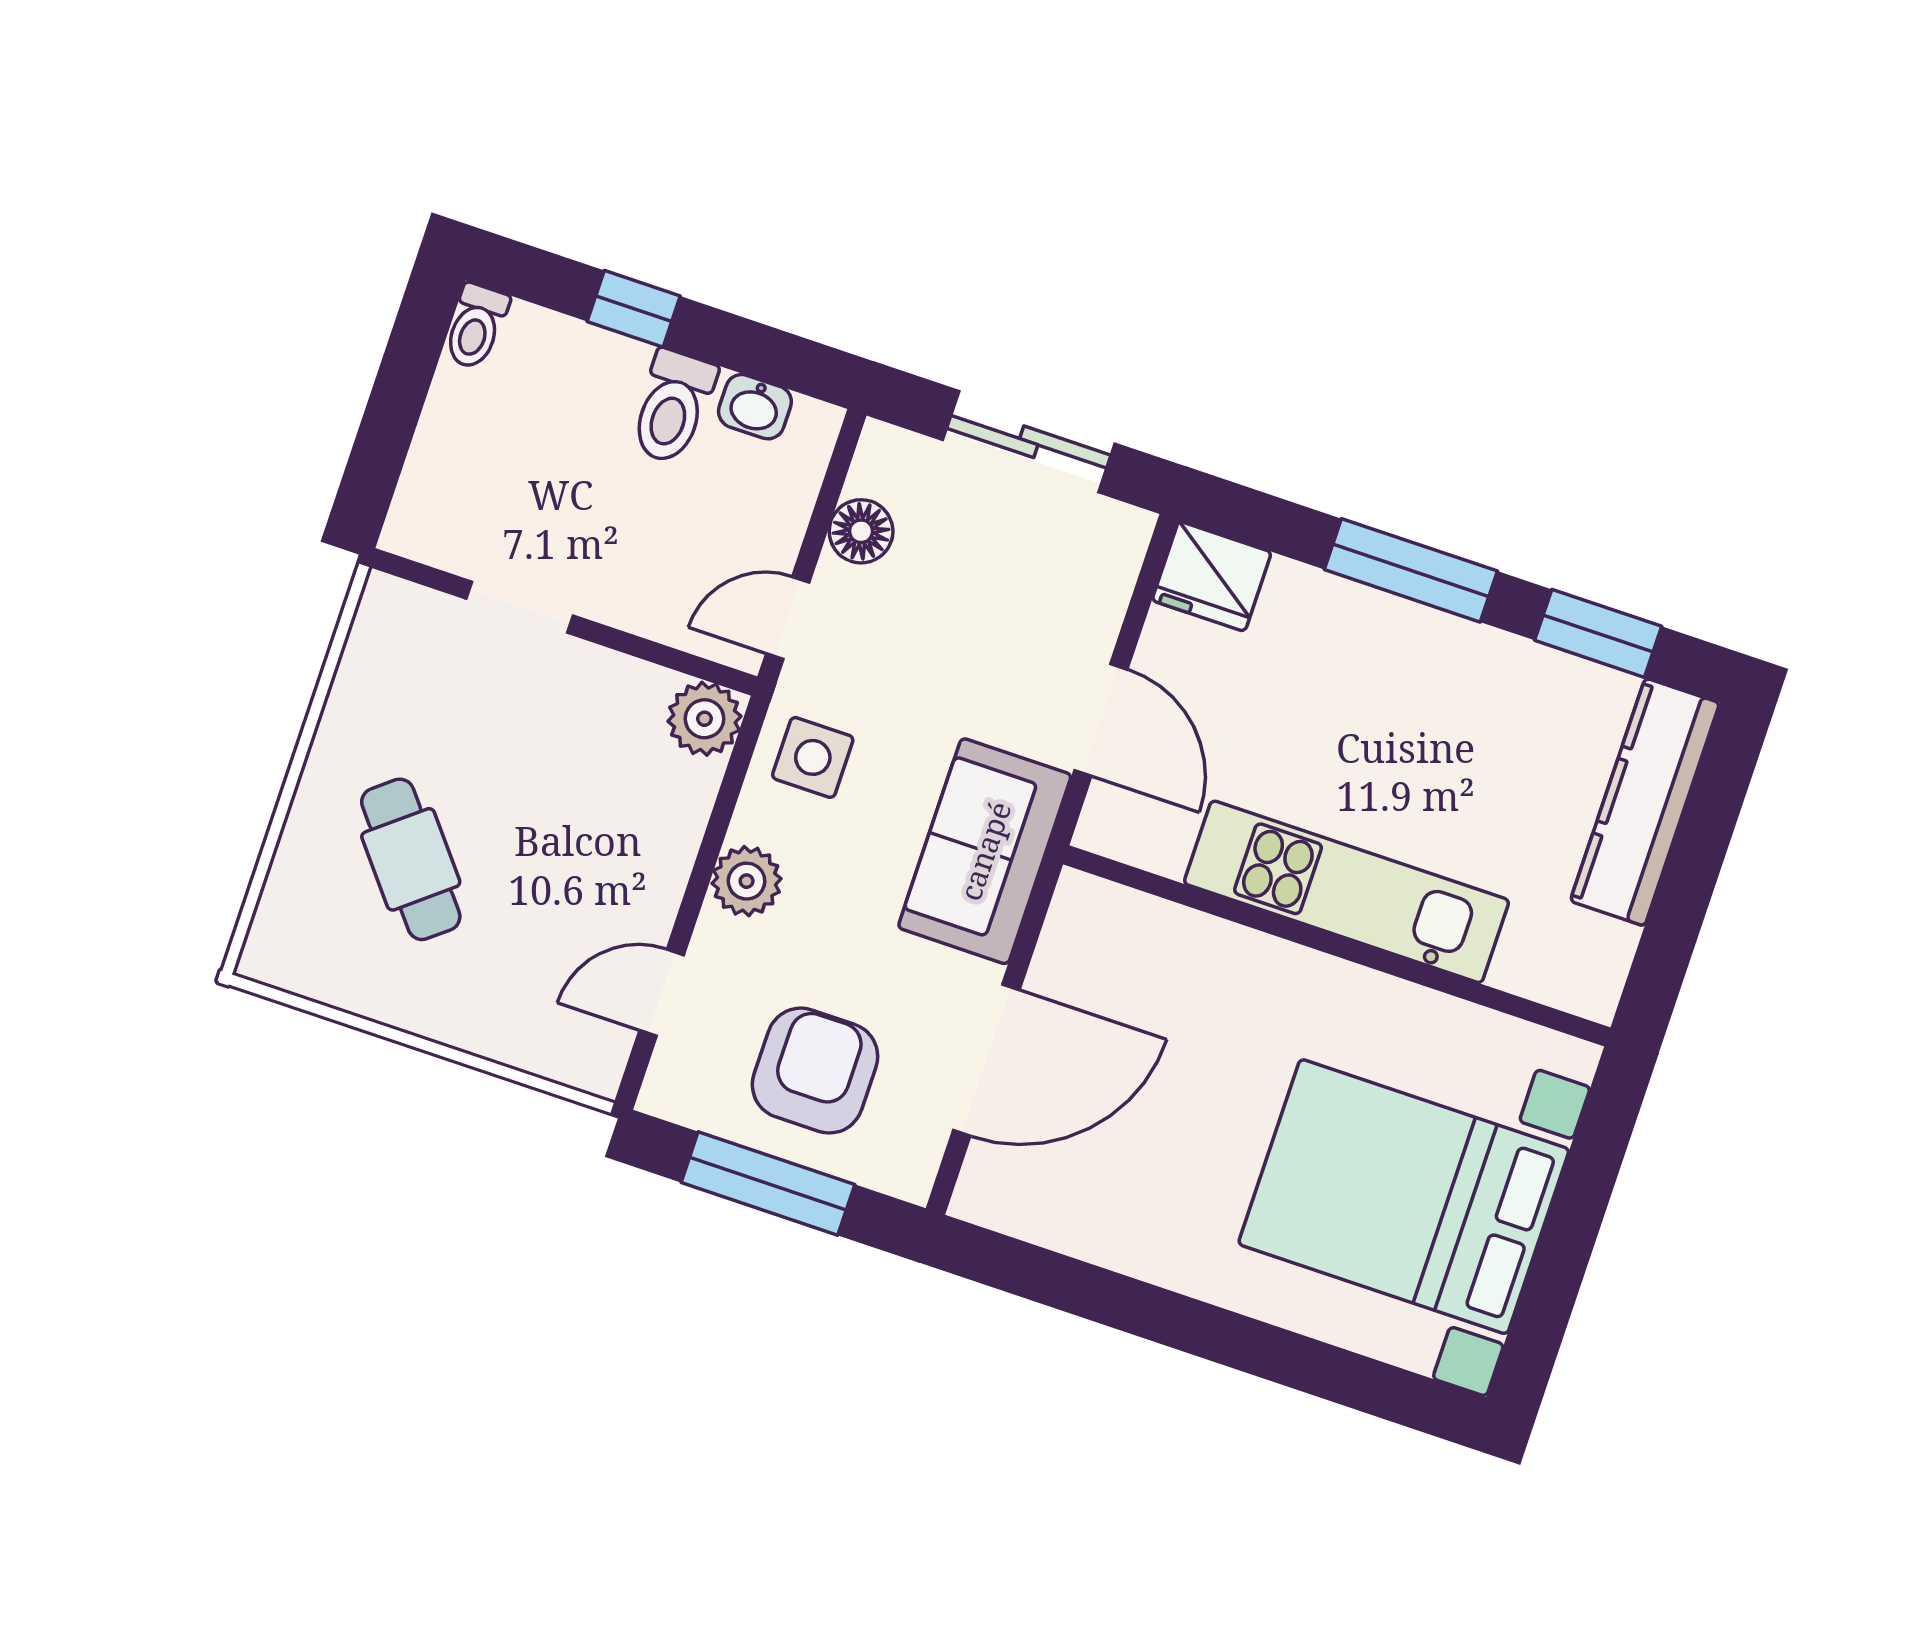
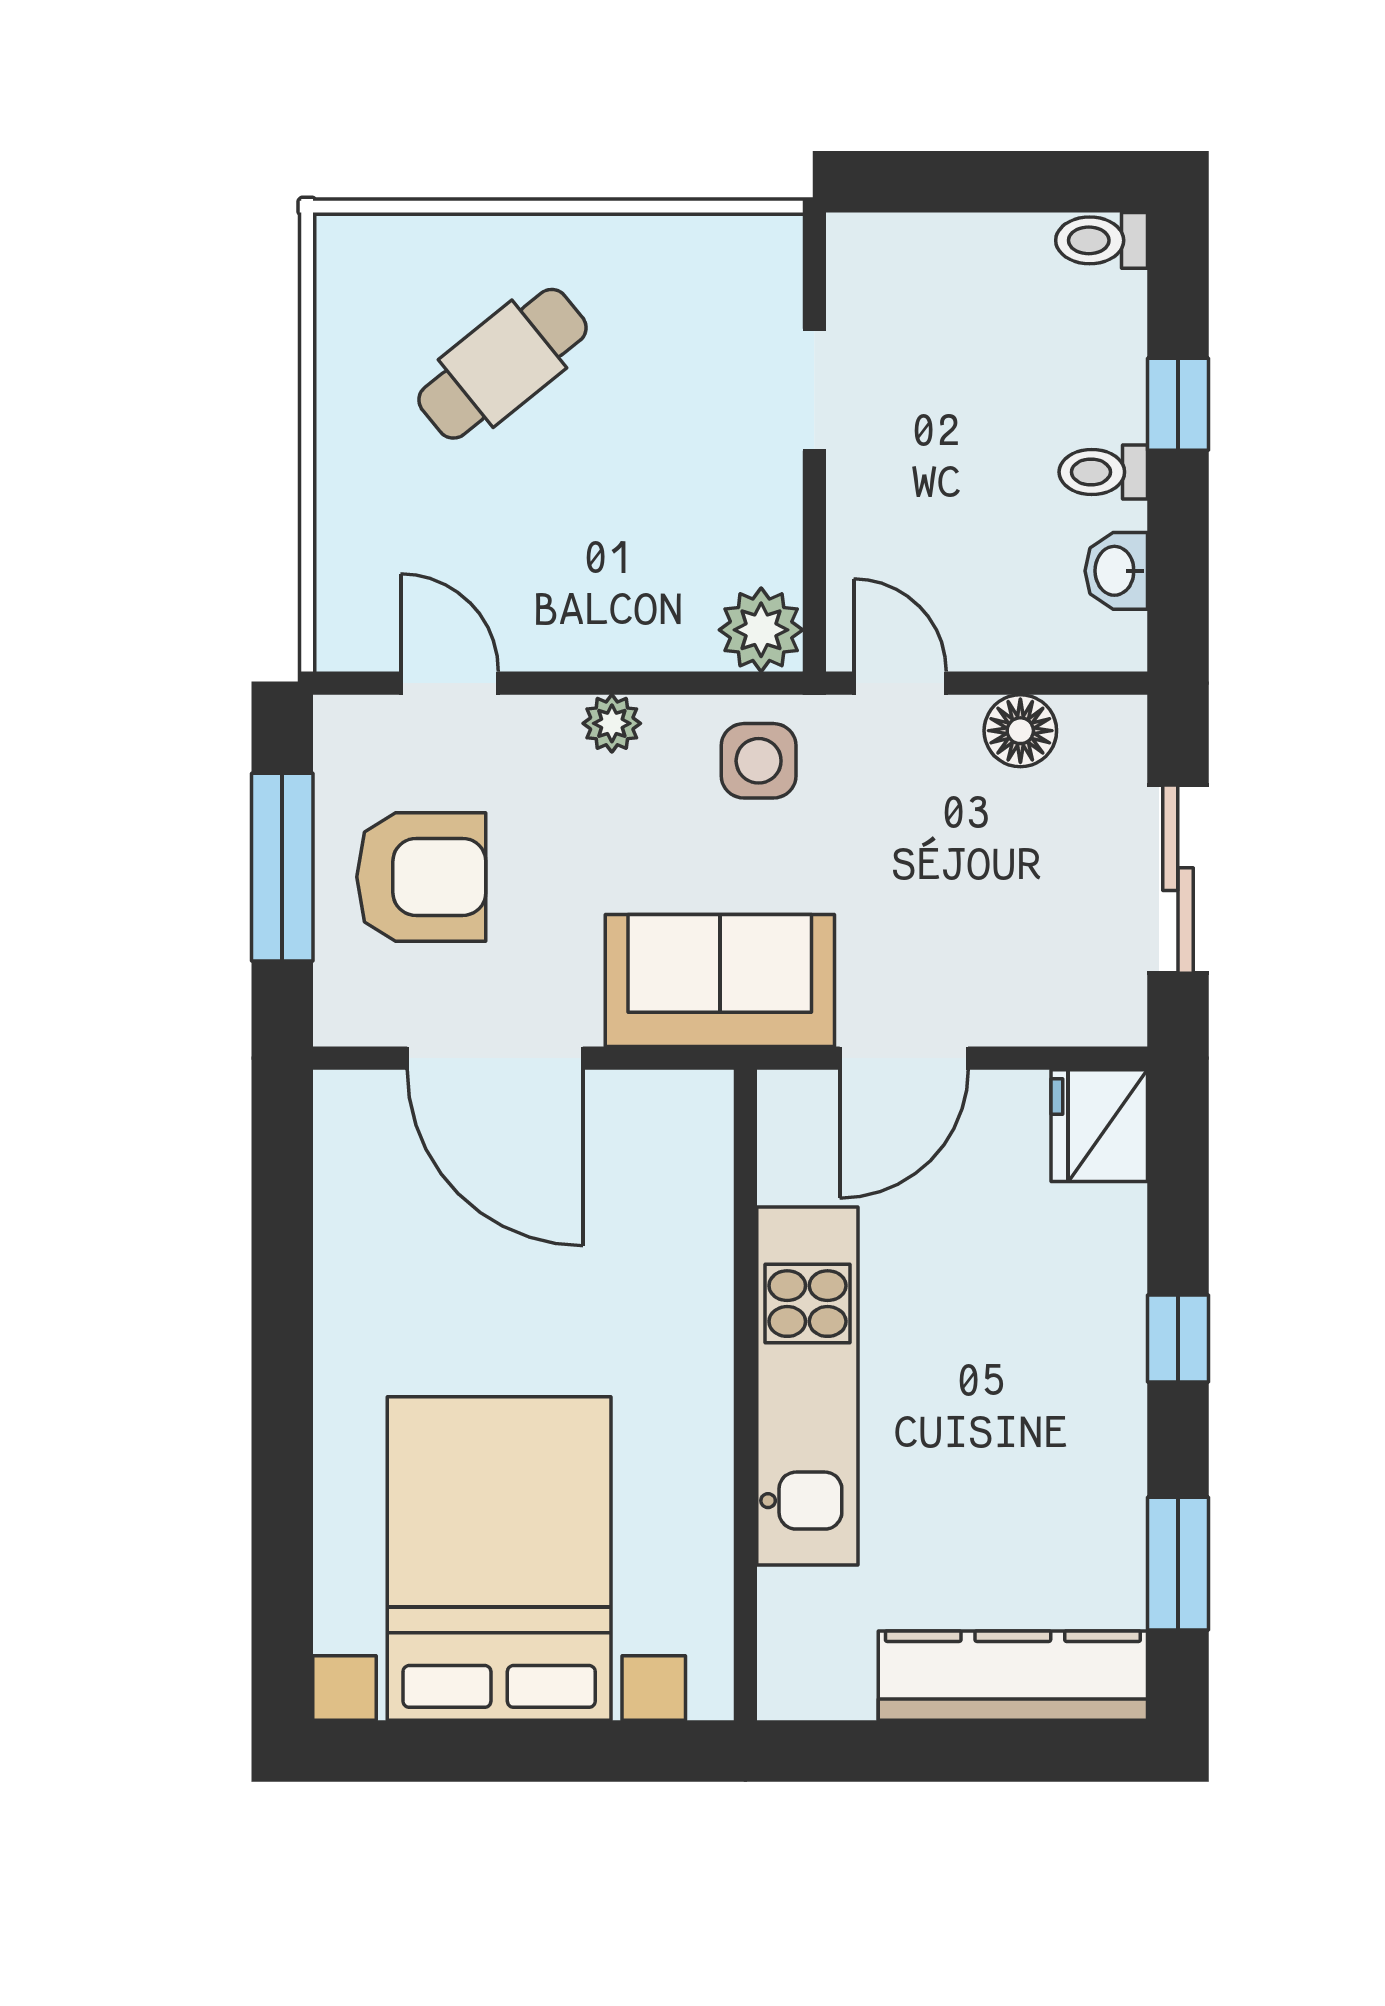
toilet: (673, 407) -> (1103, 472), width x0.73, depth x0.72
window: (1411, 570) -> (1178, 1339), width x0.46
plant: (747, 881) -> (612, 723), width x0.73, depth x0.73

